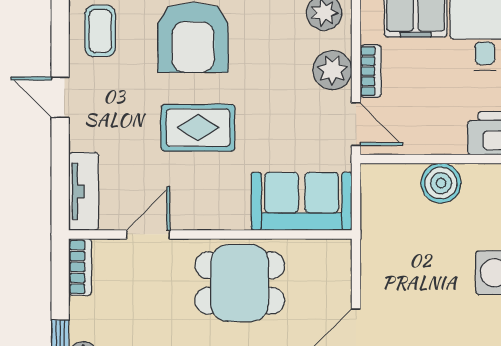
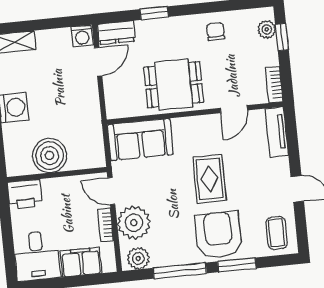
plant: (332, 70) -> (134, 223), width x1.36, depth x1.36
rug: (198, 128) -> (209, 179), turned 90
boiler: (441, 183) -> (50, 156), width x1.37, depth x1.37

